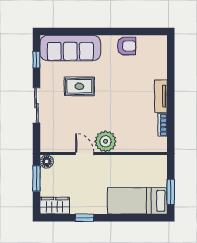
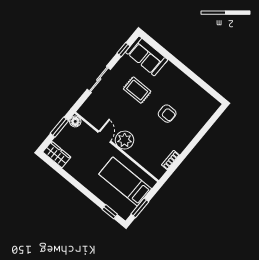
armchair: (127, 46) -> (167, 114), moved
sofa: (70, 48) -> (147, 56), width x0.73
tv unit: (161, 96) -> (185, 140), removed
bed: (137, 201) -> (125, 181), moved
window: (84, 218) -> (110, 212), moved

